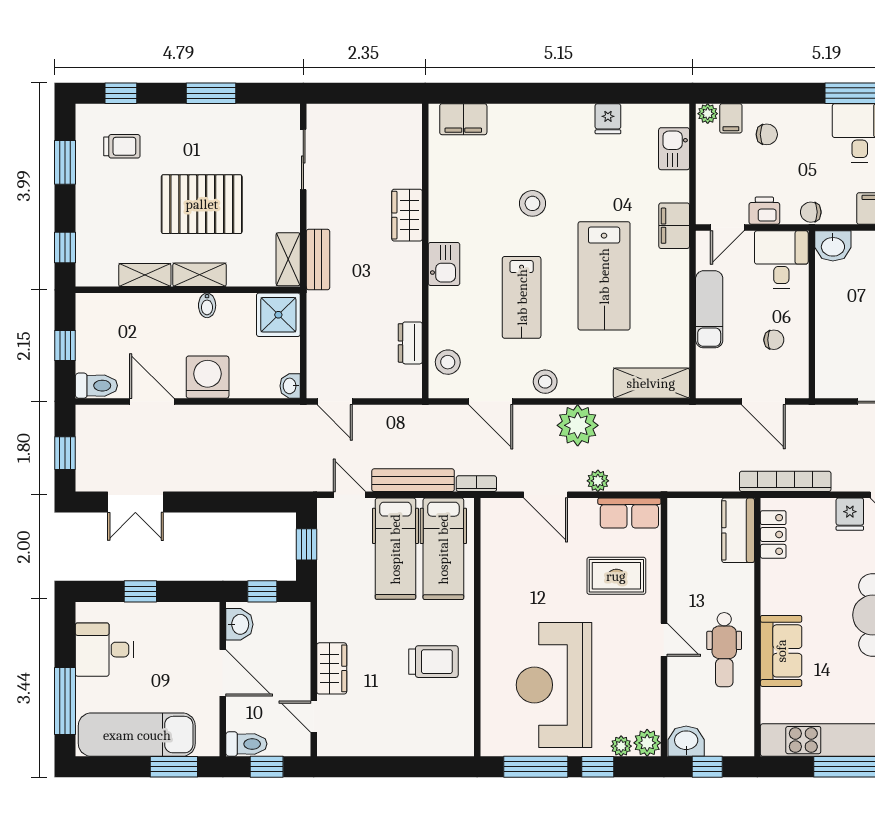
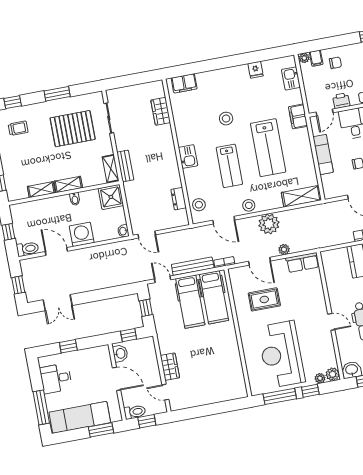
pallet: (202, 204) -> (73, 129), moved
wardrobe: (407, 215) -> (161, 111), moved
rug: (616, 576) -> (264, 299), moved
trolley: (433, 662) -> (219, 354), removed

